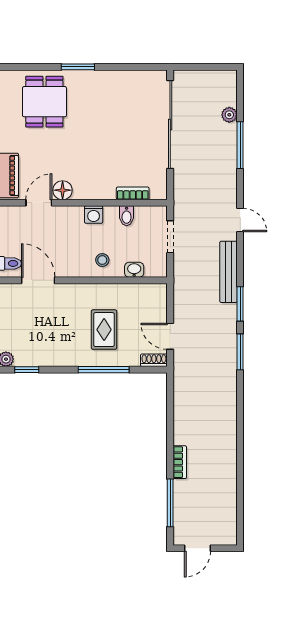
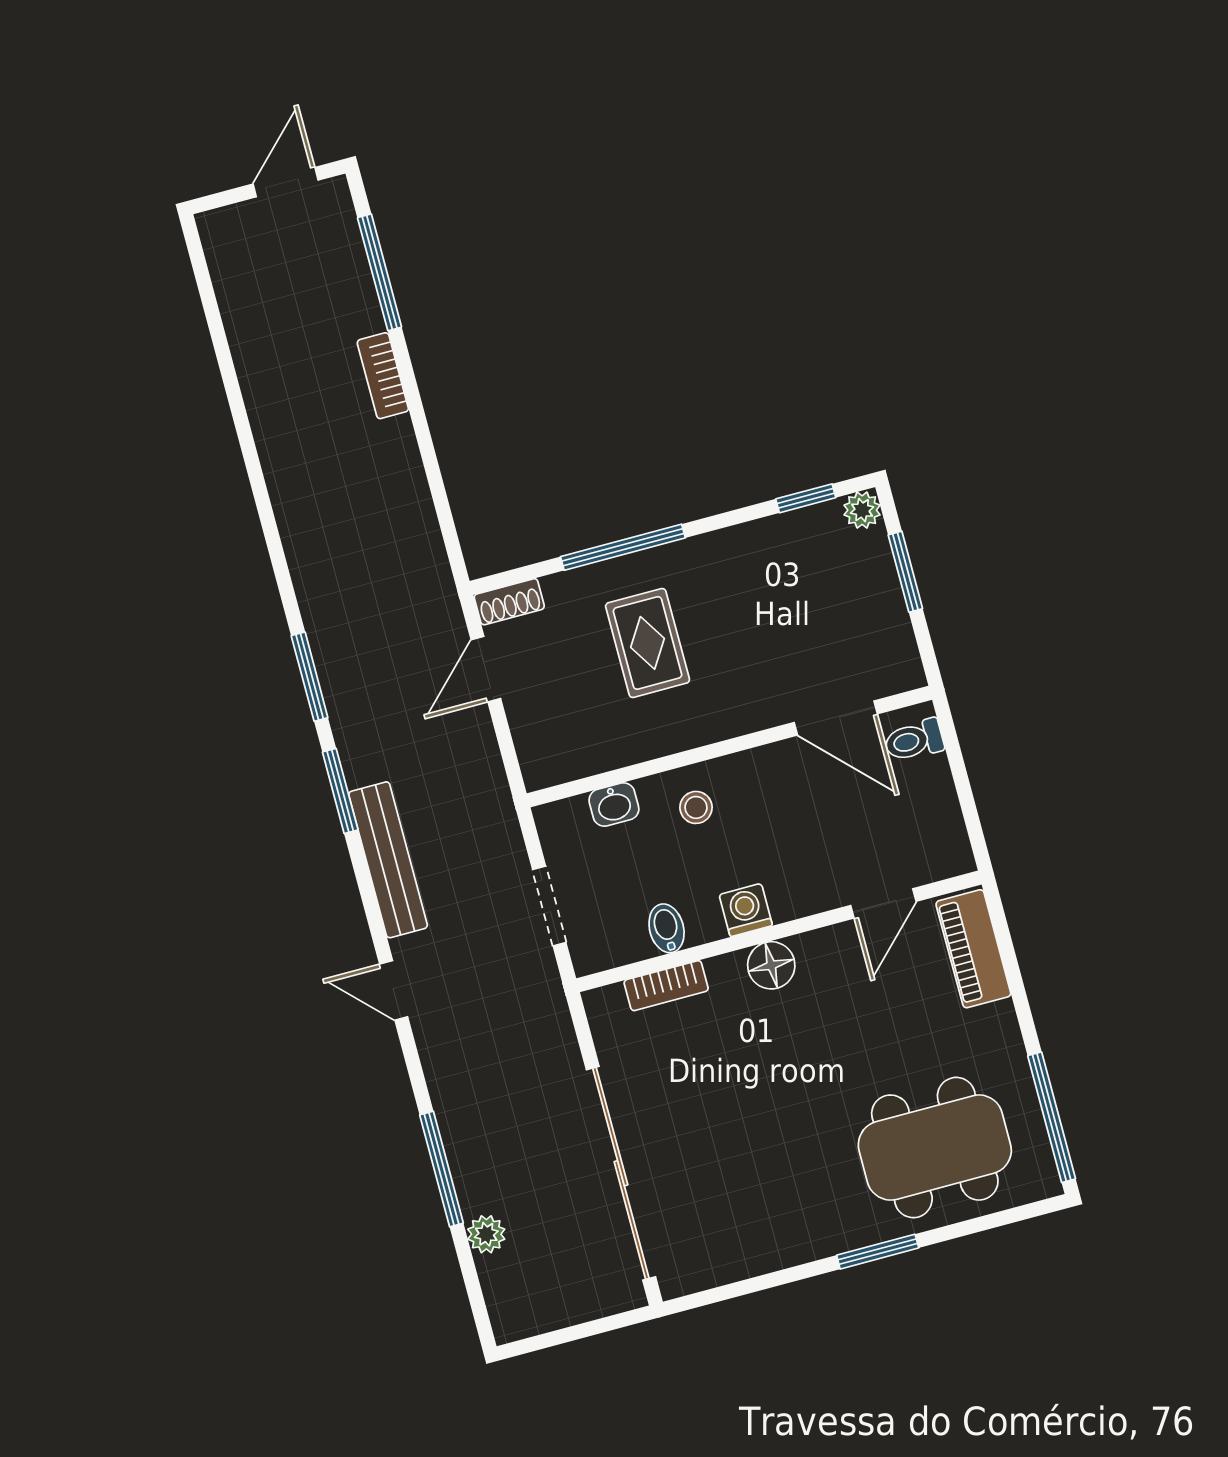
dining table: (44, 102) -> (935, 1148), width x1.38
floor lamp: (63, 190) -> (771, 965), moved
door: (170, 336) -> (486, 669), swing flipped

